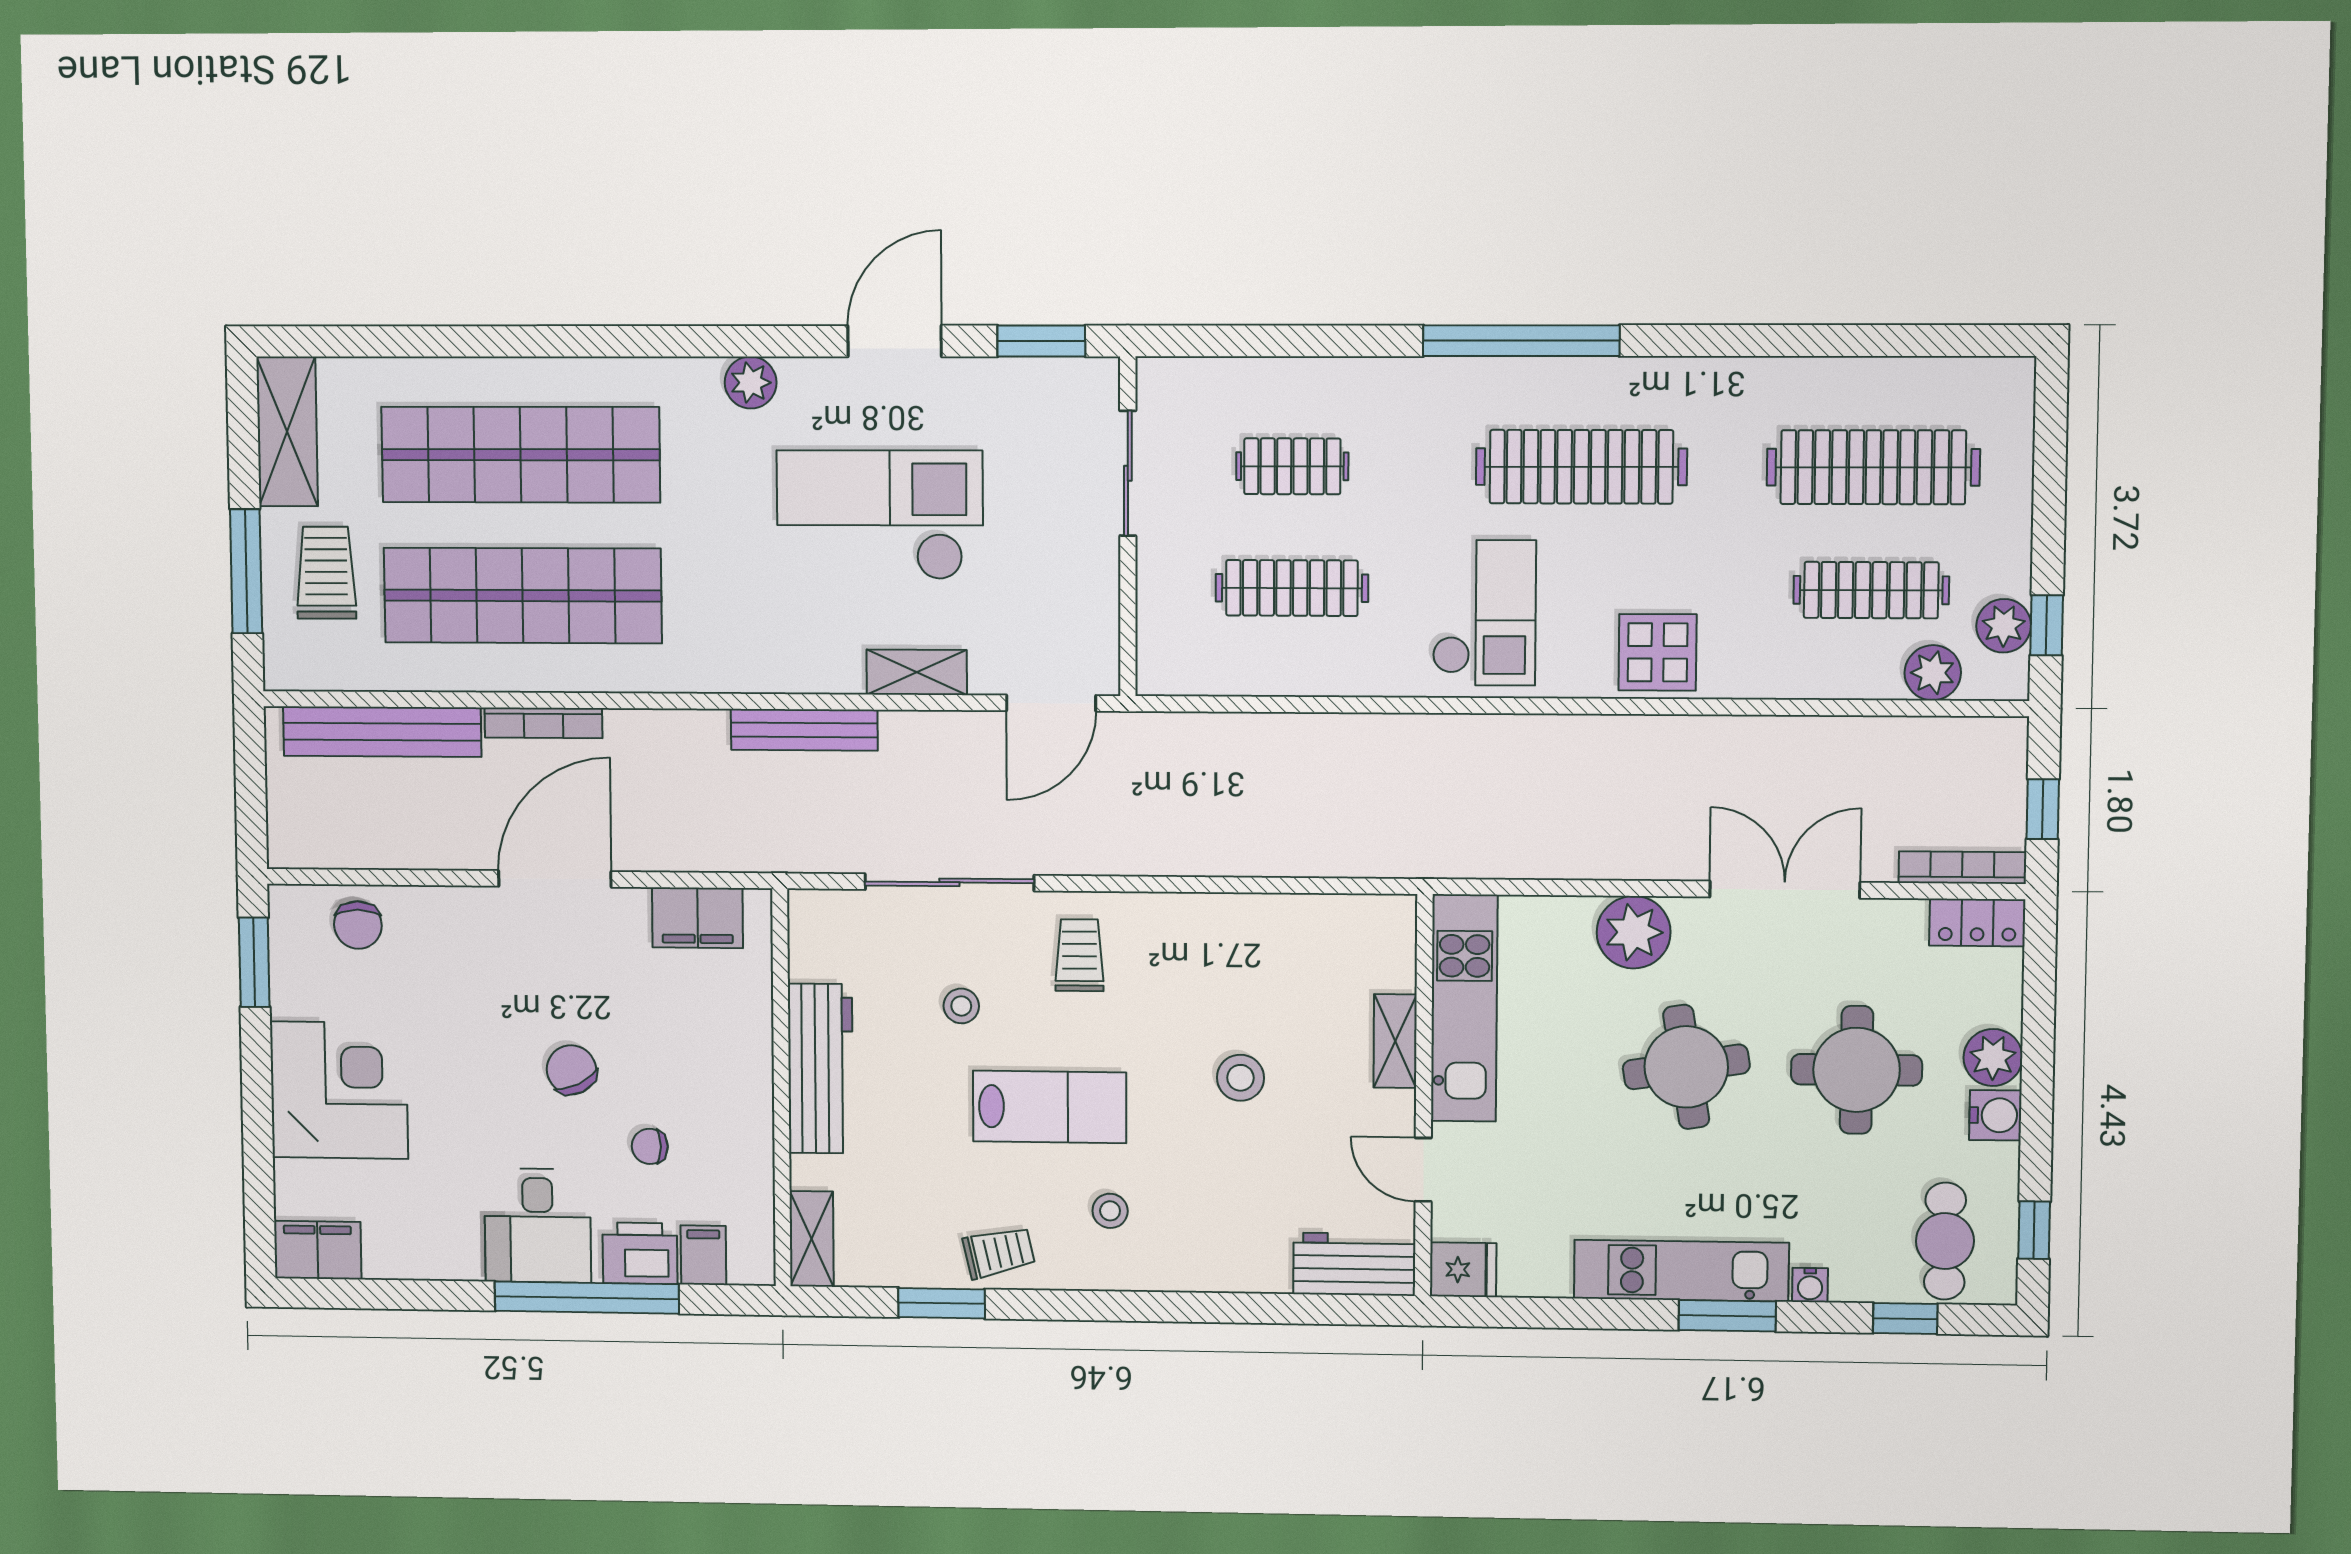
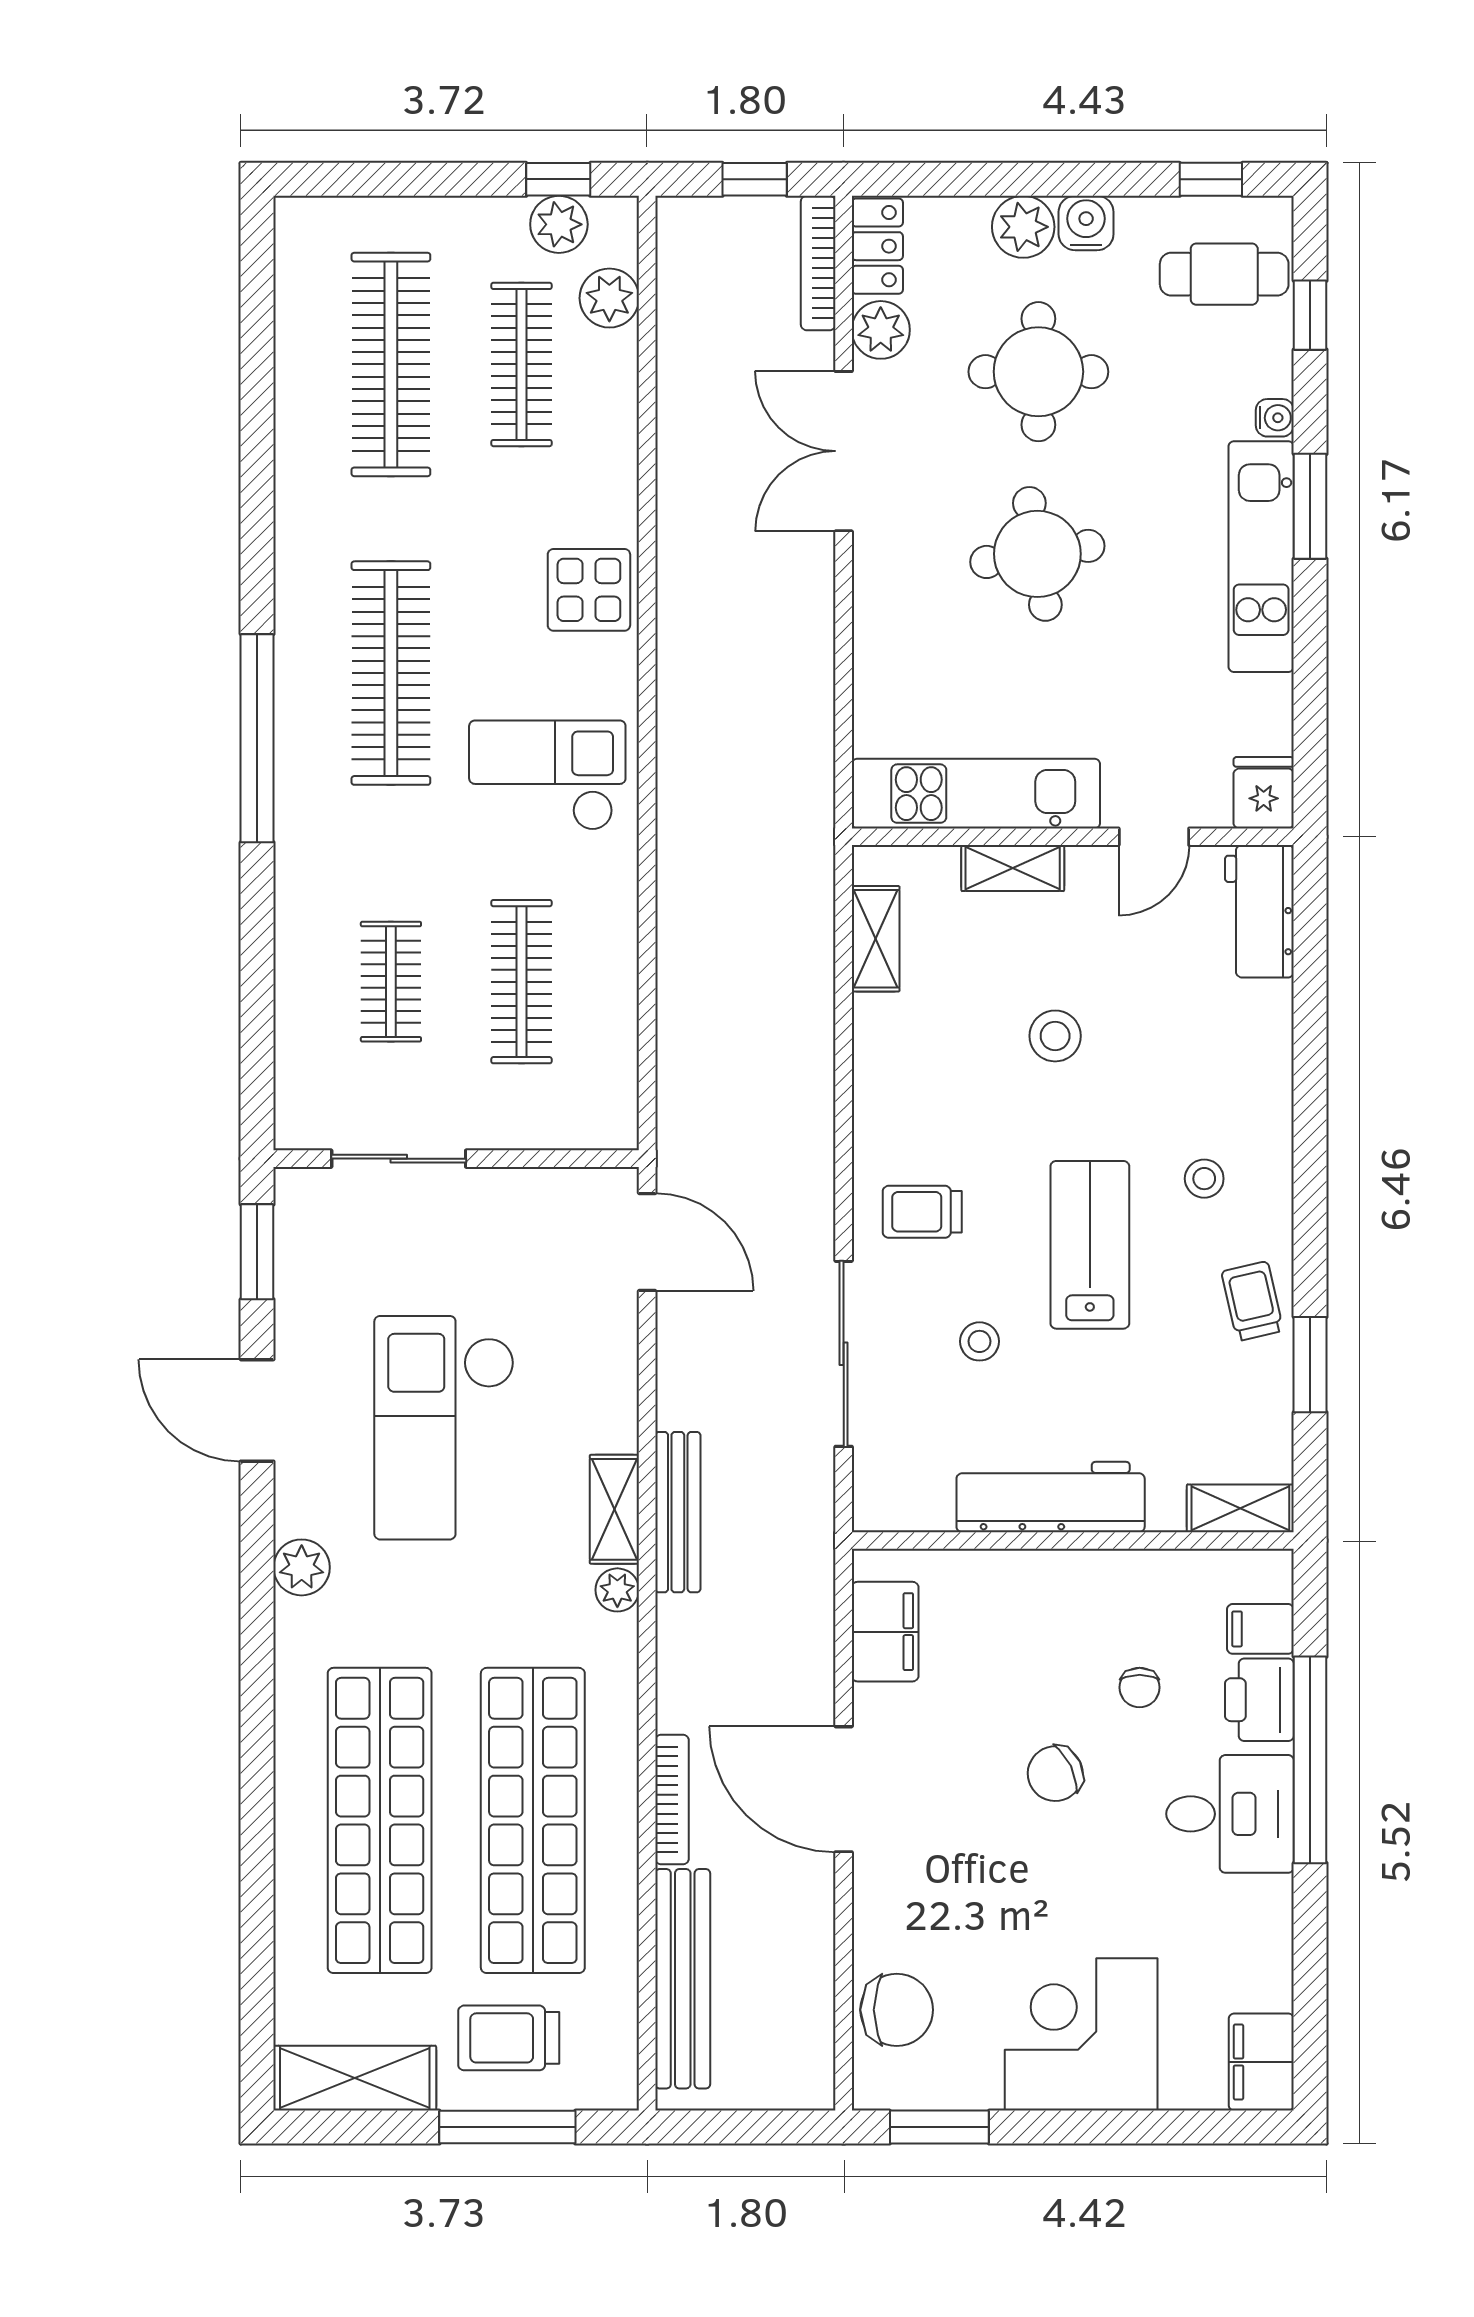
shelving: (917, 672) -> (614, 1509), moved
plant: (733, 674) -> (617, 1590), added
shelving: (1330, 915) -> (876, 939), added
chair: (358, 925) -> (897, 2010), width x1.37, depth x1.37
plant: (1634, 932) -> (881, 330), moved, width x0.73, depth x0.73

